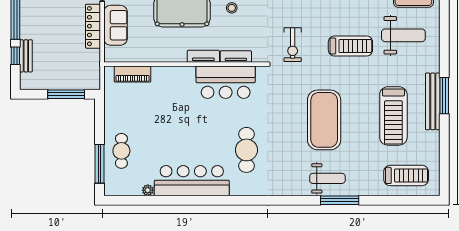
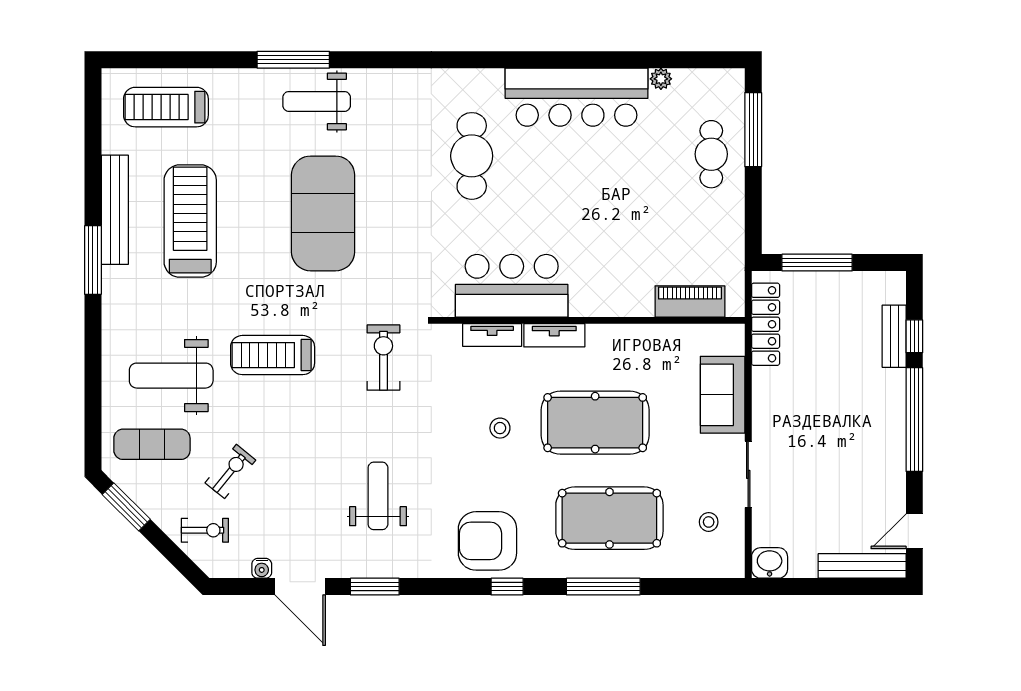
locker: (93, 26) -> (766, 324), moved
bench: (433, 101) -> (115, 210), moved

